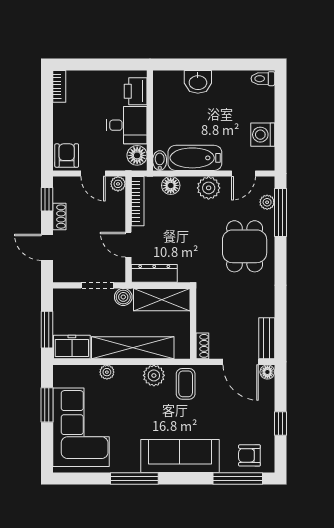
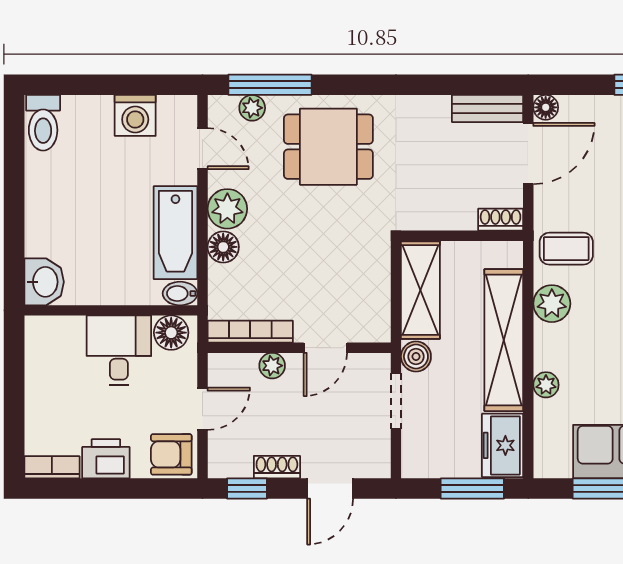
toilet: (263, 79) -> (43, 123), width x1.37, depth x1.39
washbasin: (198, 82) -> (44, 282), moved
printer: (136, 91) -> (106, 459), moved, turned 180
plant: (118, 184) -> (272, 366), moved
floor lamp: (171, 185) -> (223, 247), moved
dresser: (154, 273) -> (375, 303), removed

